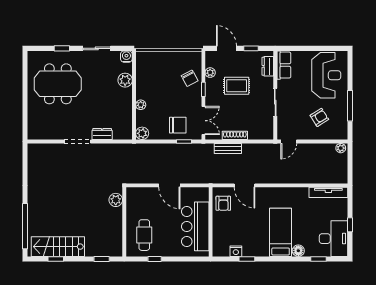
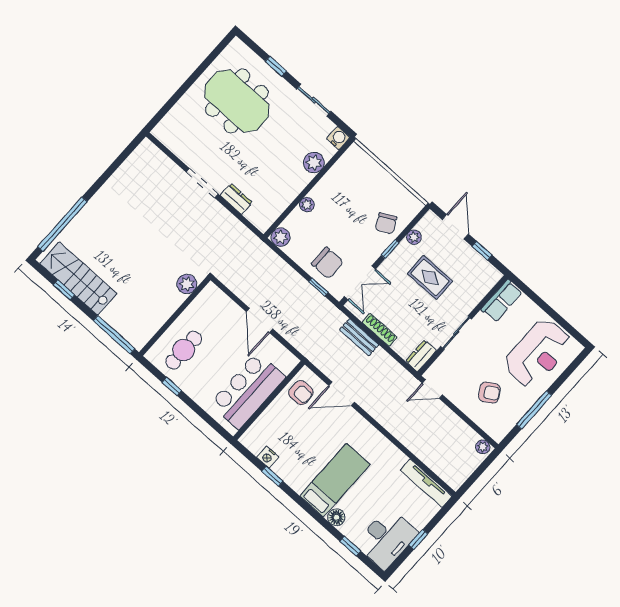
dresser: (268, 66) -> (421, 356), moved
door: (245, 185) -> (342, 394), hinge flipped
armchair: (223, 203) -> (301, 393), turned -90
window: (102, 259) -> (114, 335), width x2.17

